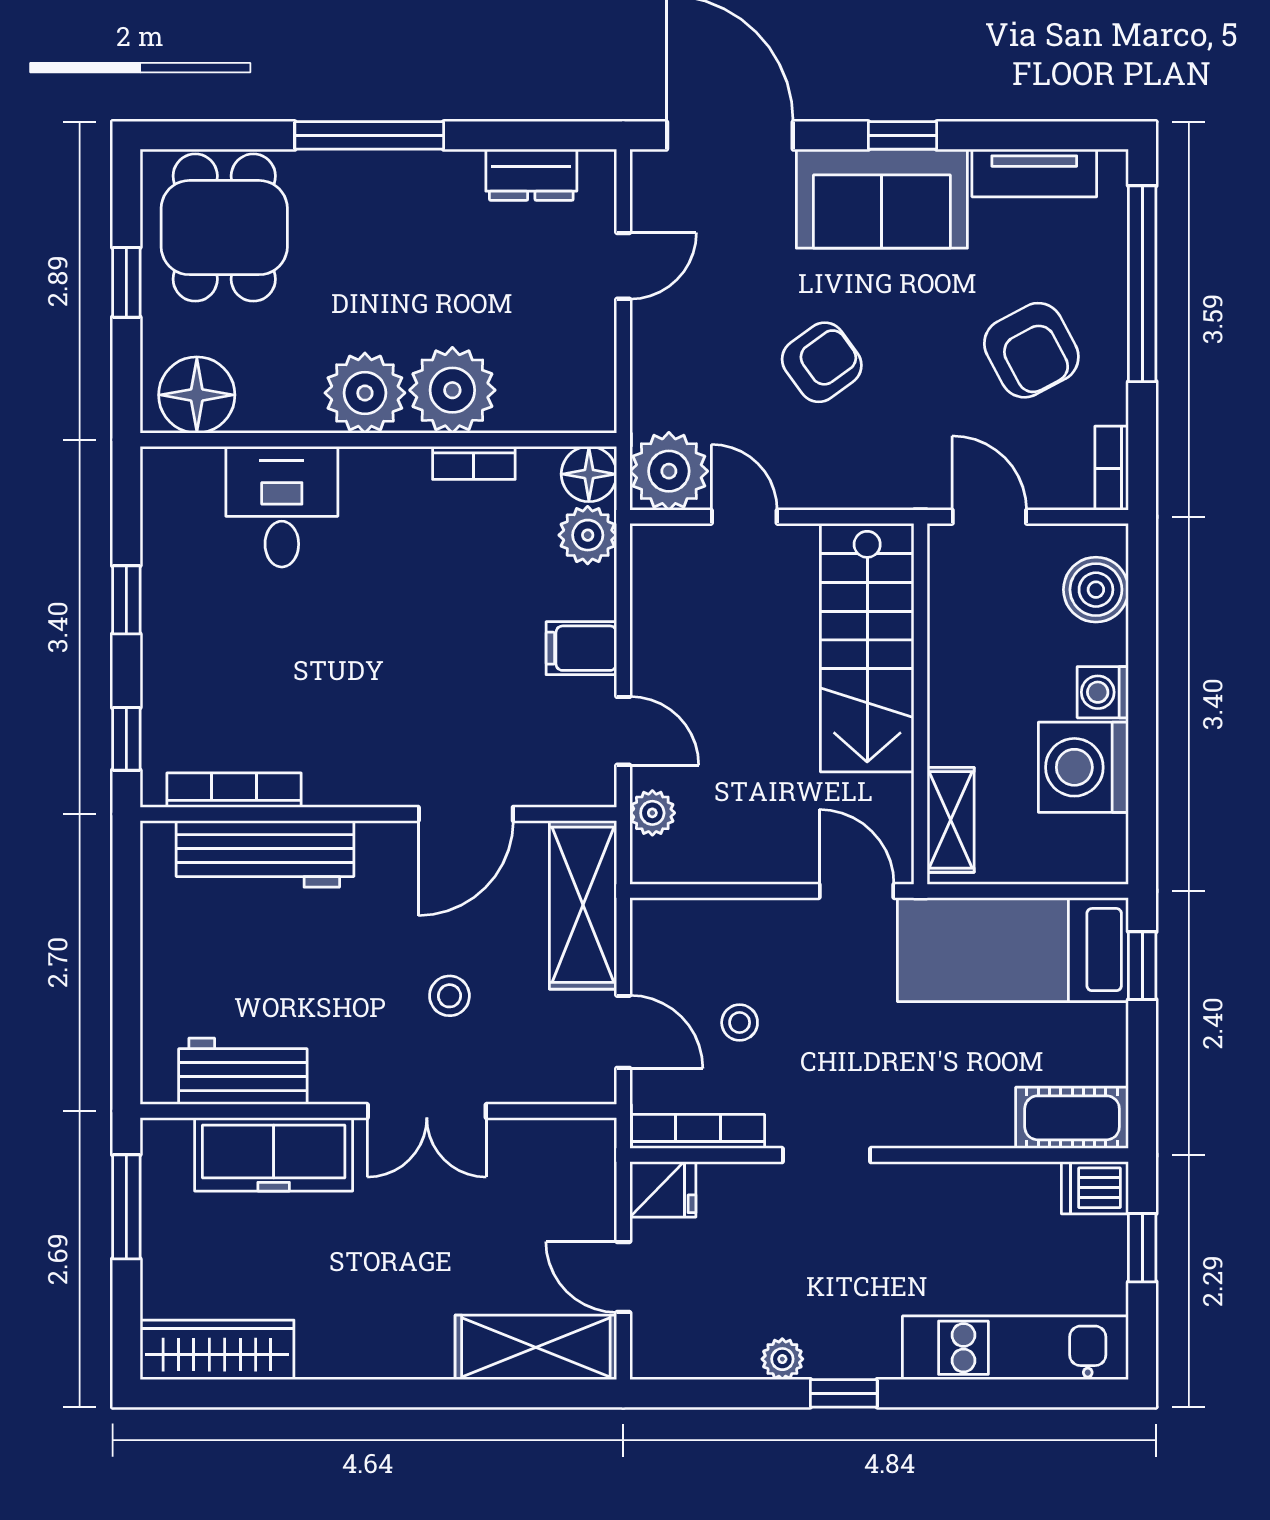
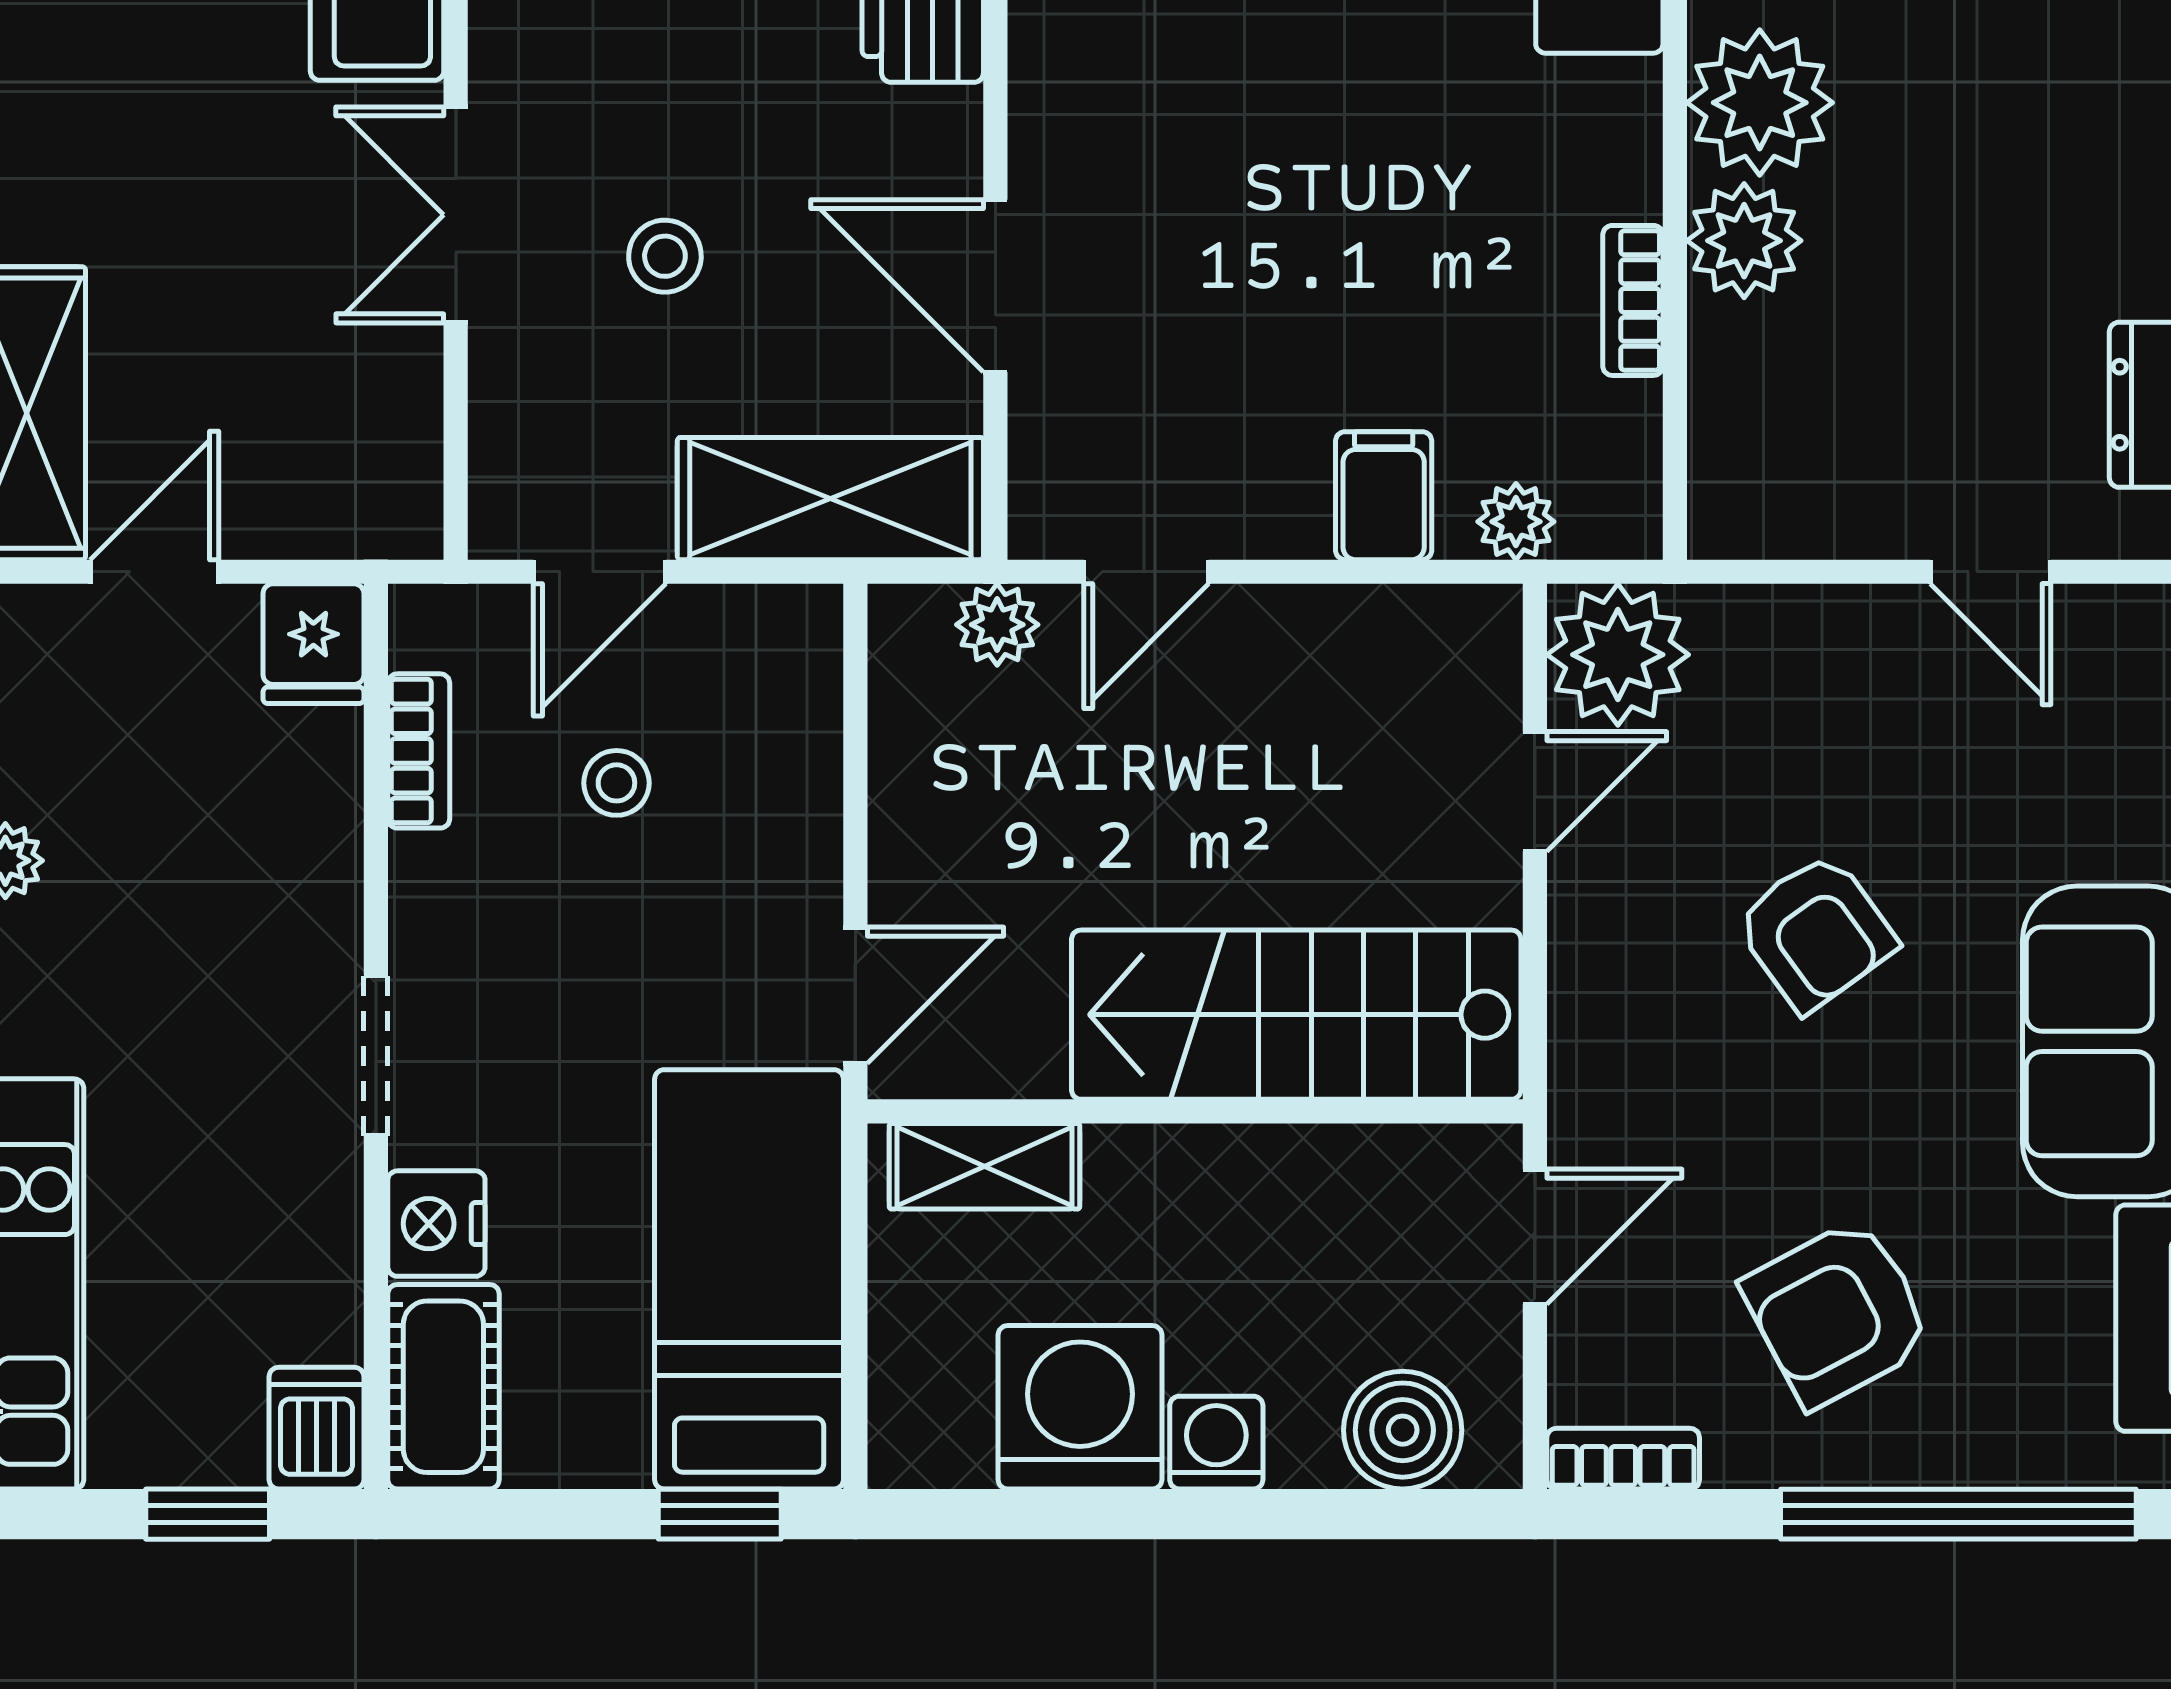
plant: (452, 390) -> (1744, 241), width x0.73, depth x0.73
floor lamp: (589, 474) -> (1613, 509), removed
plant: (588, 535) -> (1516, 522), width x0.73, depth x0.73
filing cabinet: (581, 648) -> (1384, 496), moved
nightstand: (982, 1122) -> (436, 1224), added
bookcase: (698, 1131) -> (419, 751), width x0.64
doorway: (827, 1155) -> (376, 1055), moved

